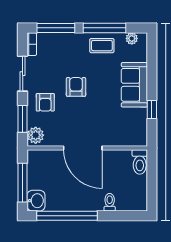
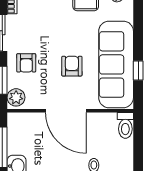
sofa: (134, 85) -> (116, 64), width x1.85, depth x1.27
armchair: (76, 87) -> (72, 66), moved

